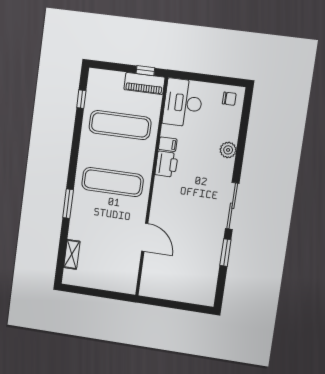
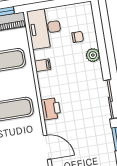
chair: (229, 99) -> (78, 37), moved
printer: (166, 164) -> (51, 109), moved

